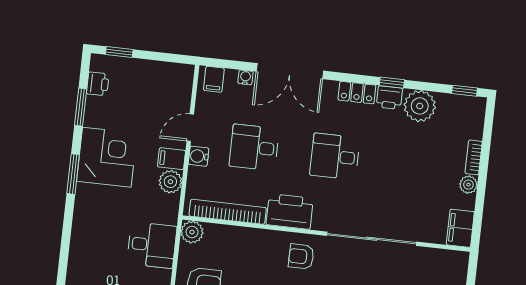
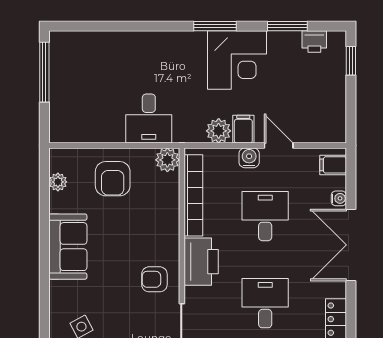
armchair: (301, 256) -> (154, 279), turned -90

